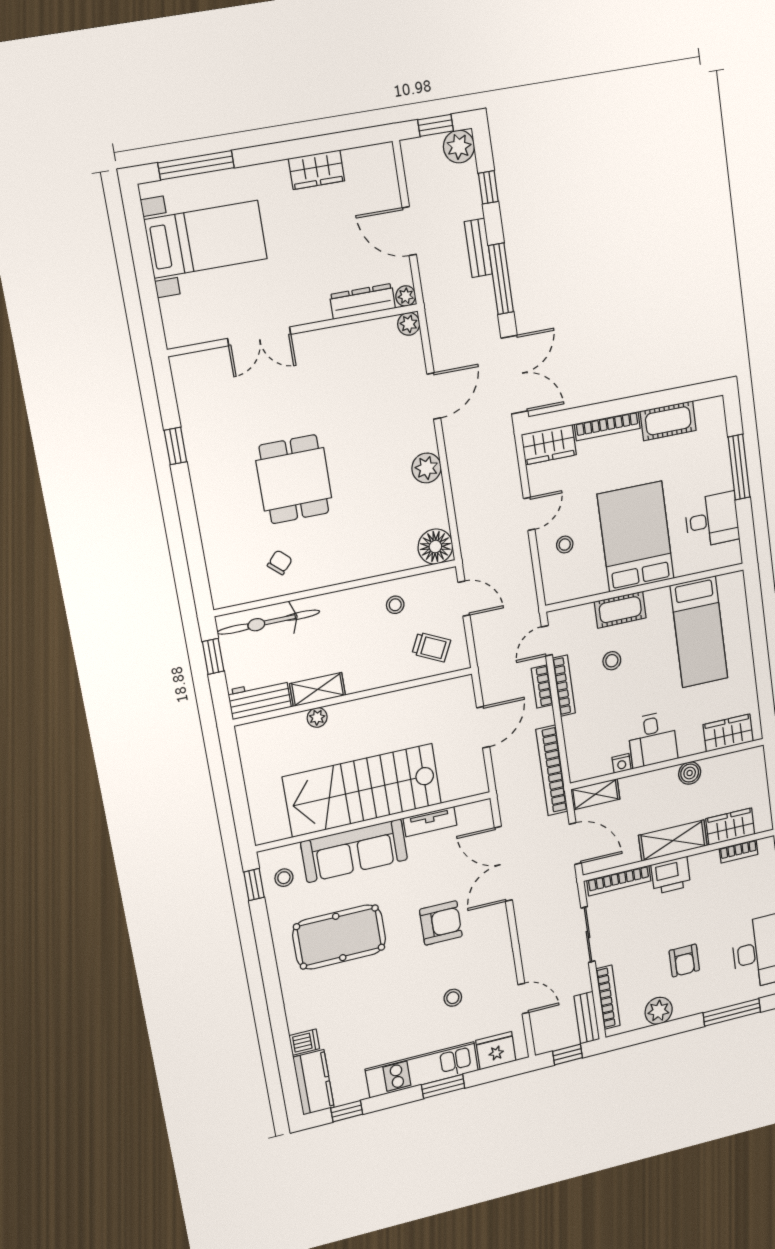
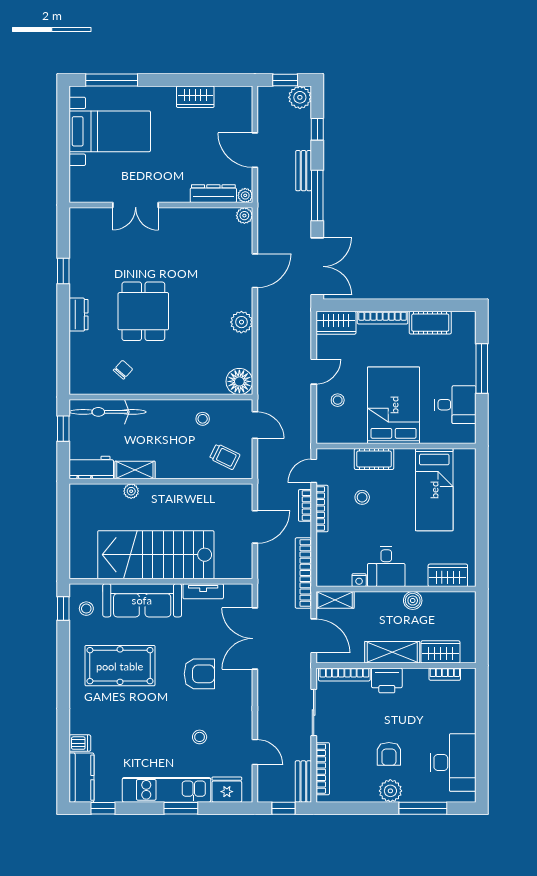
dresser: (207, 501) -> (78, 315), added
plant: (659, 1011) -> (390, 791), moved

